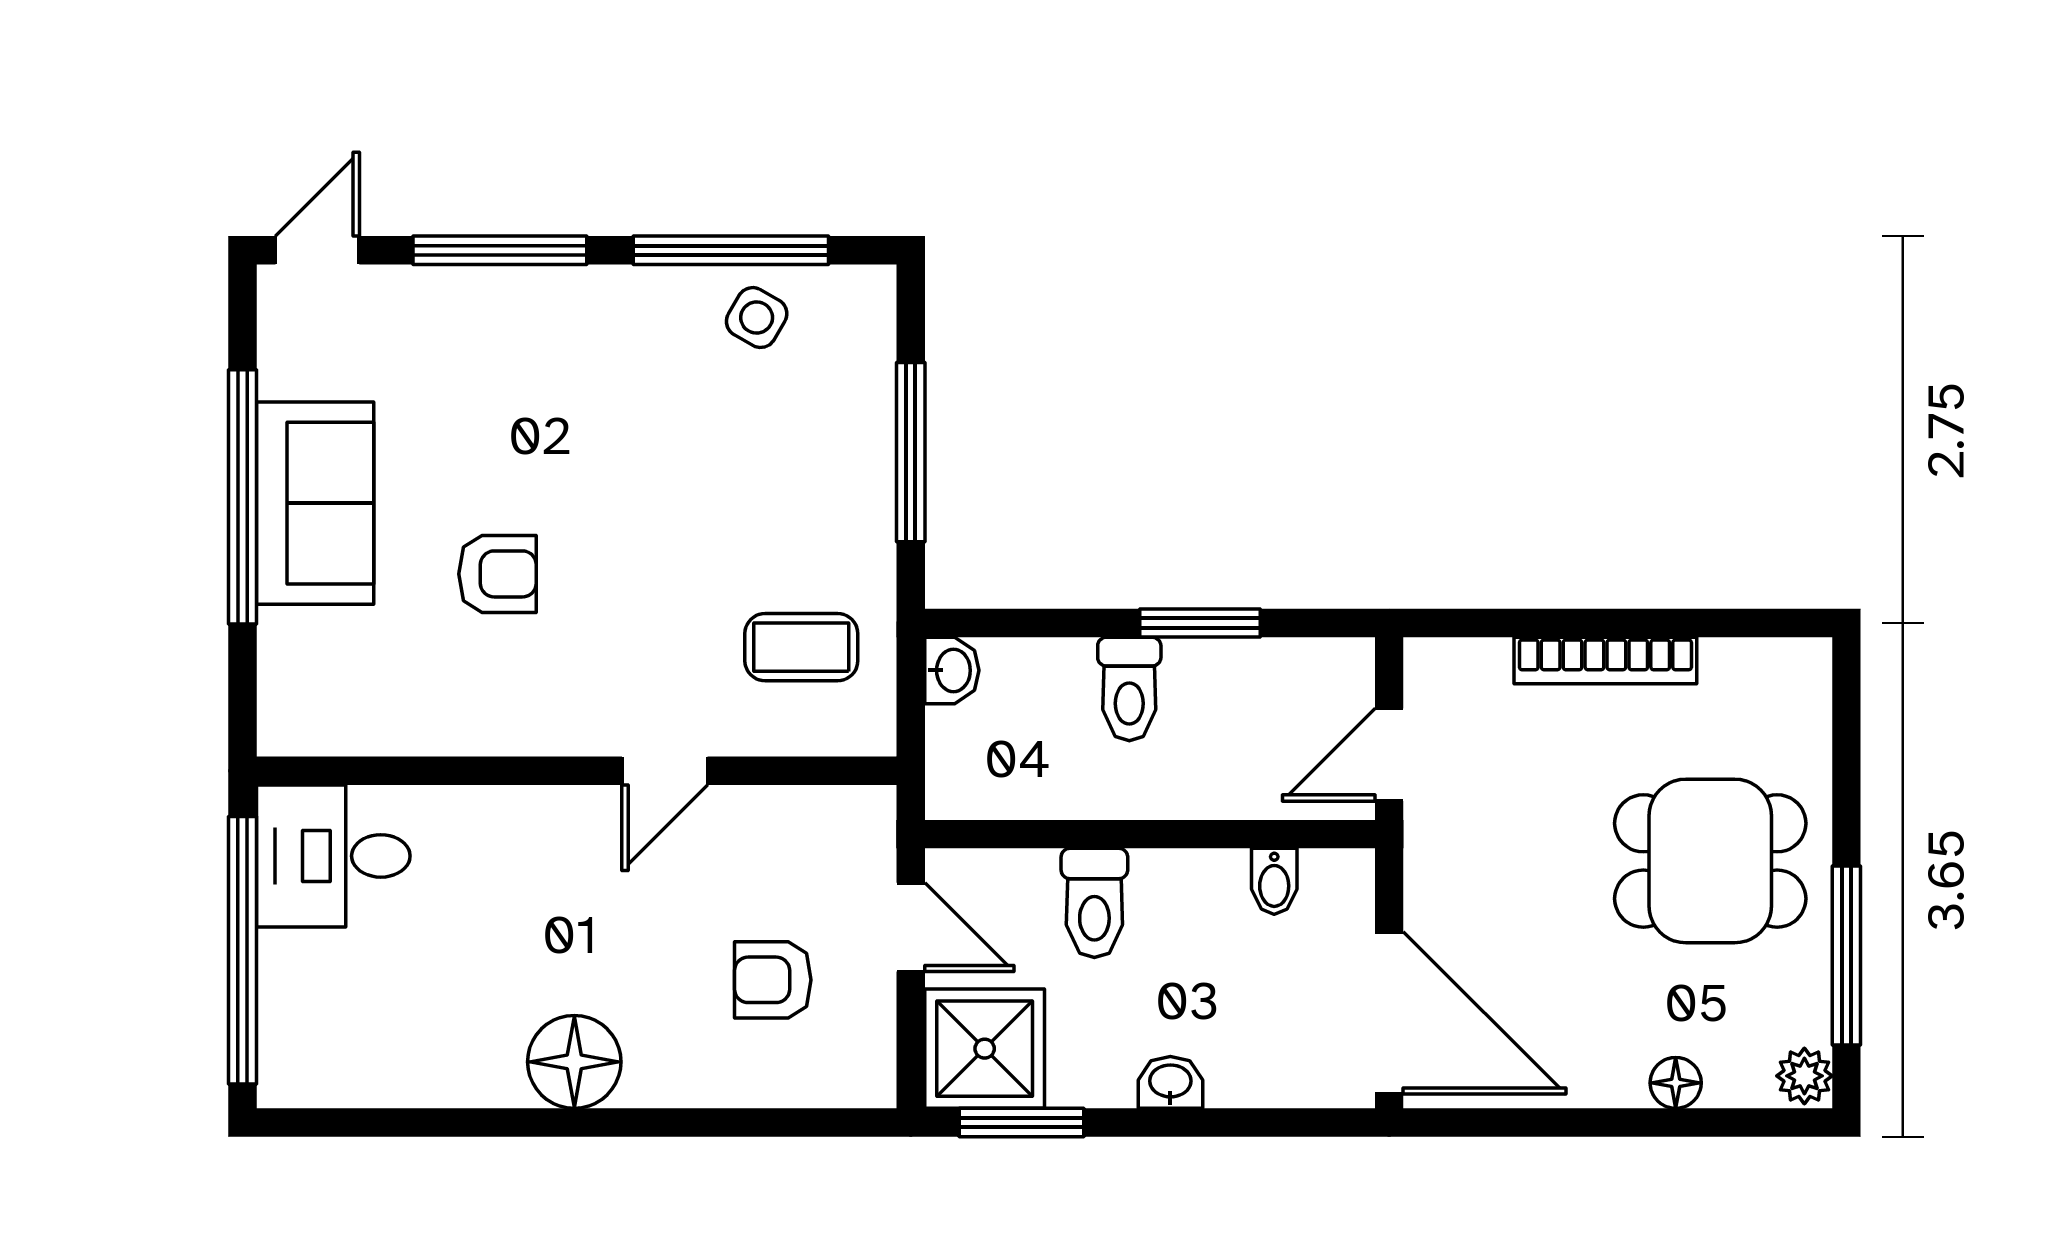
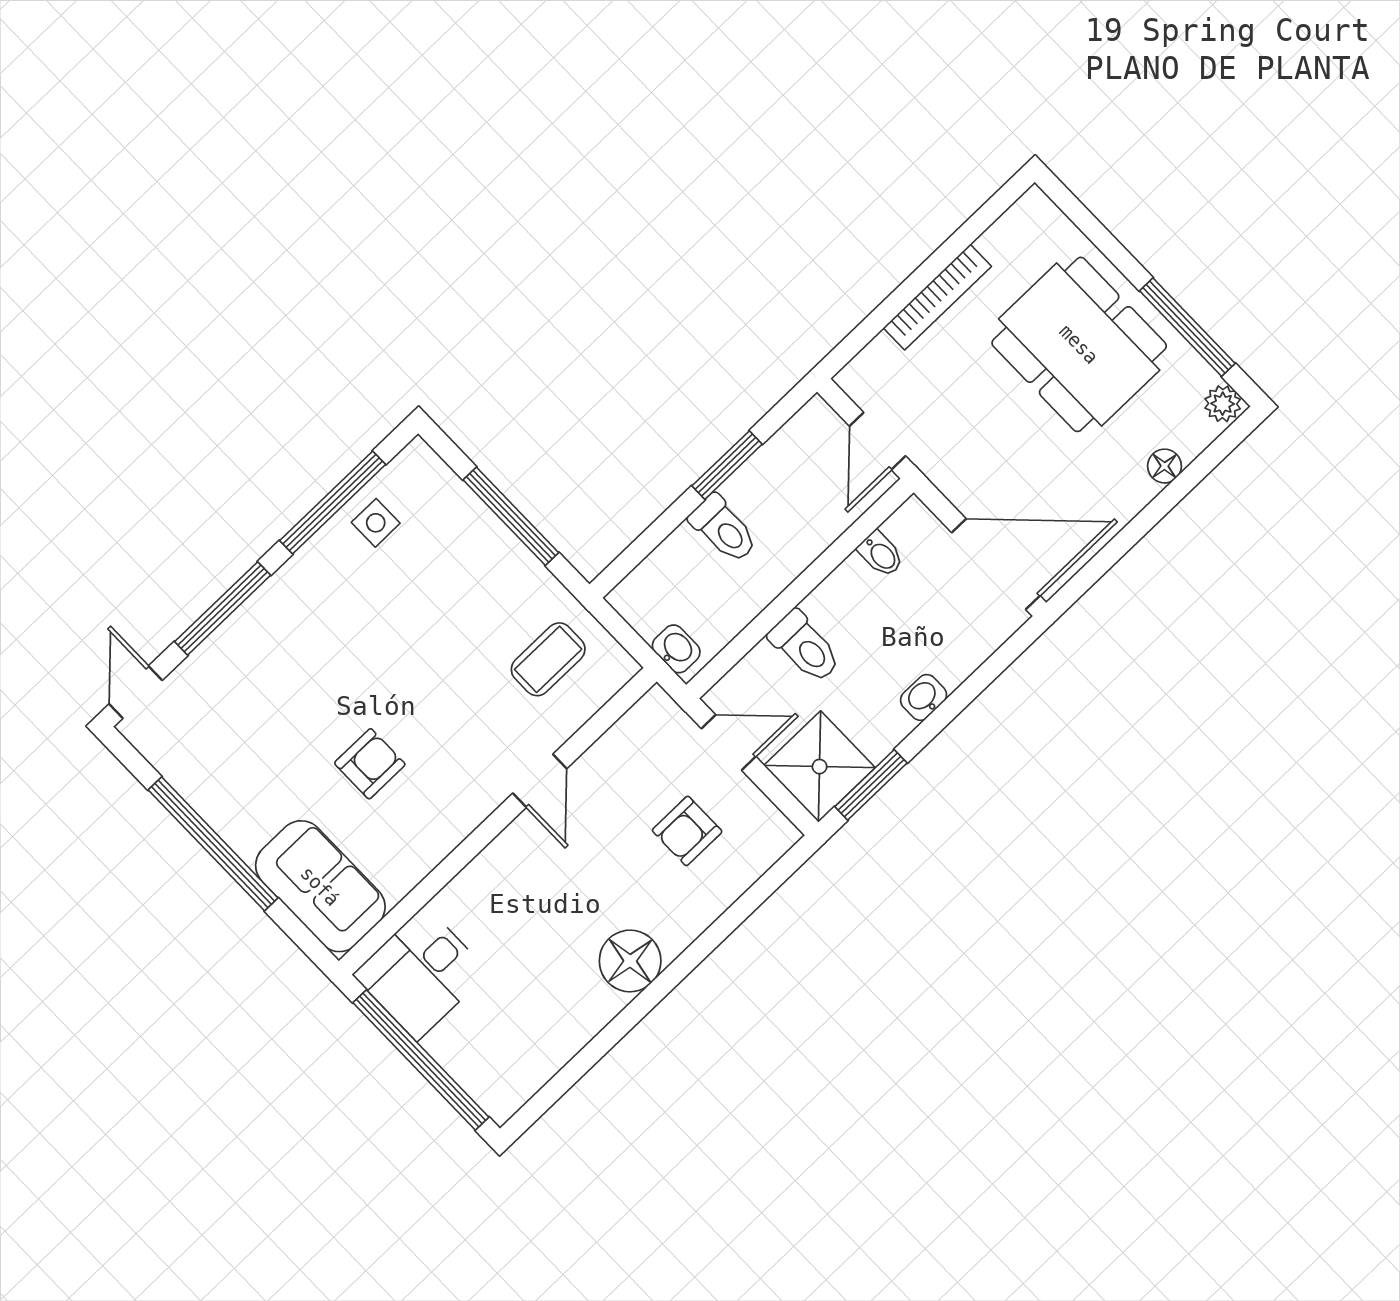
side table: (757, 318) -> (376, 523), turned -30
sofa: (315, 503) -> (320, 886), moved
washbasin: (952, 670) -> (676, 649), moved
dining table: (1710, 861) -> (1079, 344), width x1.38

